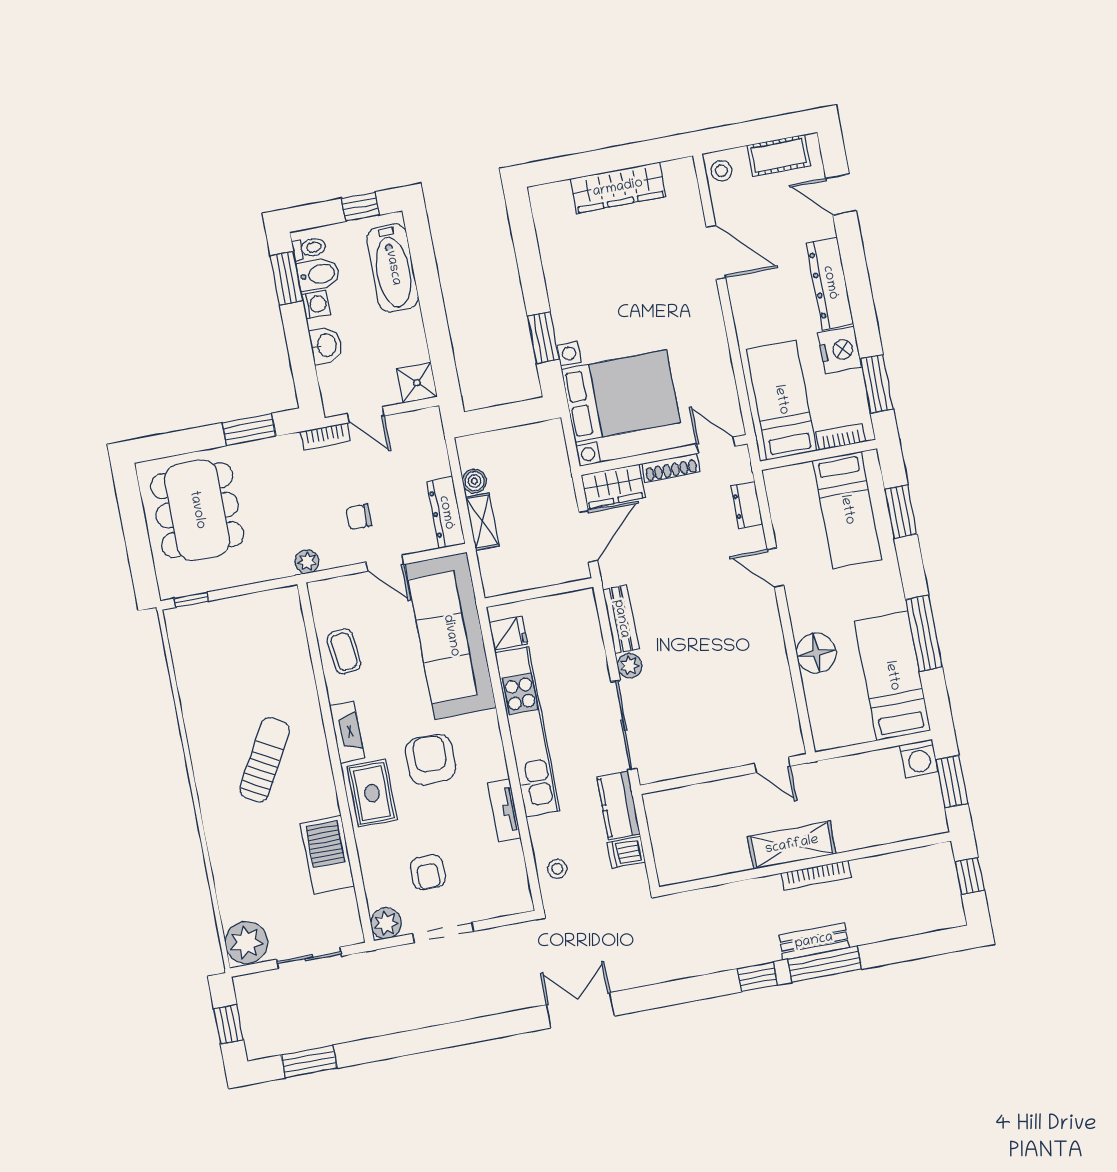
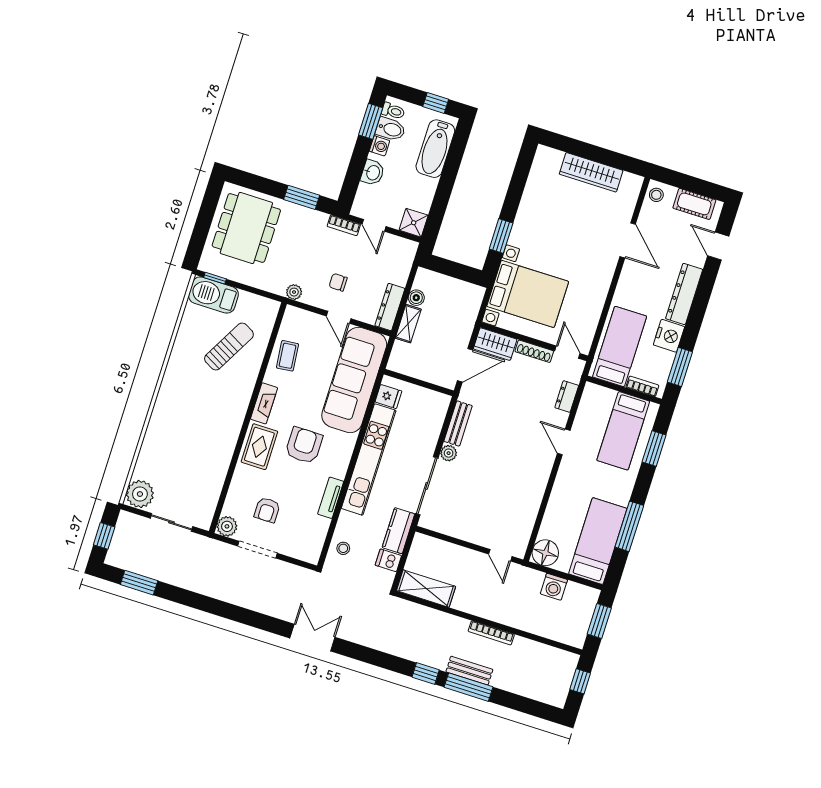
floor lamp: (816, 653) -> (545, 553), moved
washing machine: (919, 759) -> (554, 587), moved
sun lounger: (265, 760) -> (229, 346), moved
shelving: (792, 845) -> (426, 589), moved
barbecue: (327, 855) -> (213, 295), moved, turned -90

